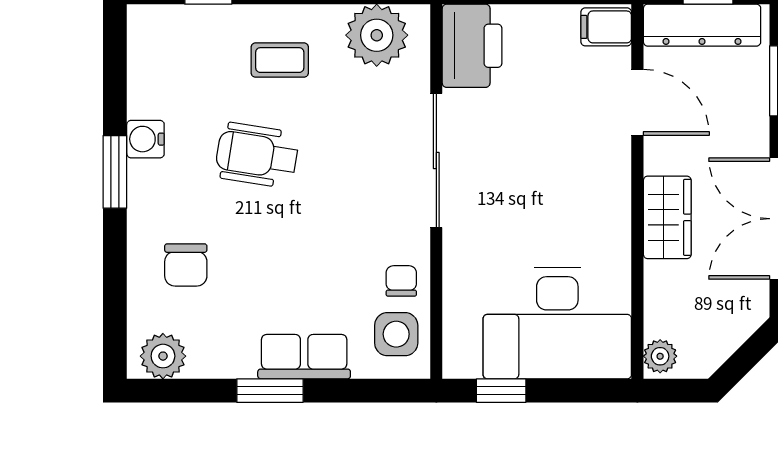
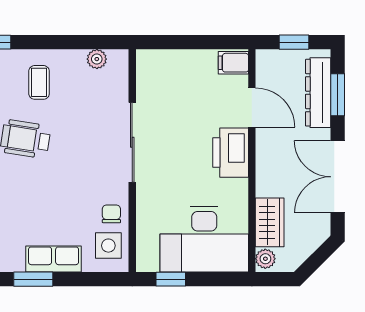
dresser: (702, 25) -> (318, 93), moved, turned 90
plant: (377, 35) -> (97, 59), width x0.53, depth x0.53
printer: (472, 46) -> (231, 153), moved, turned 180
coffee table: (280, 60) -> (39, 82), turned 90
wardrobe: (667, 217) -> (270, 222), moved

